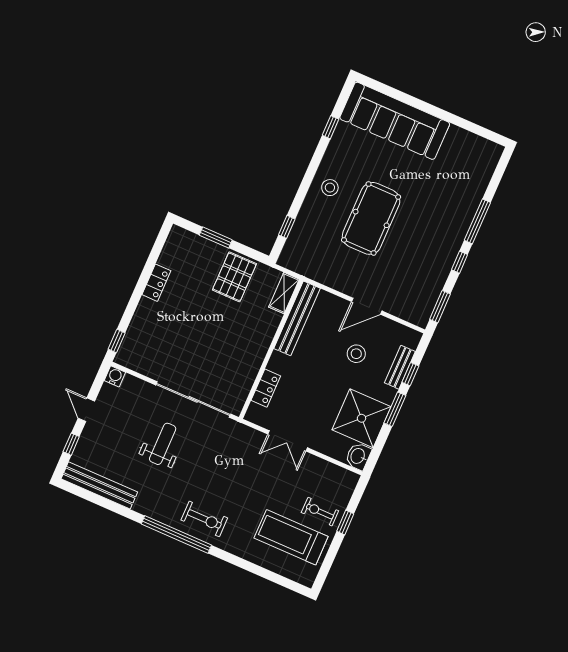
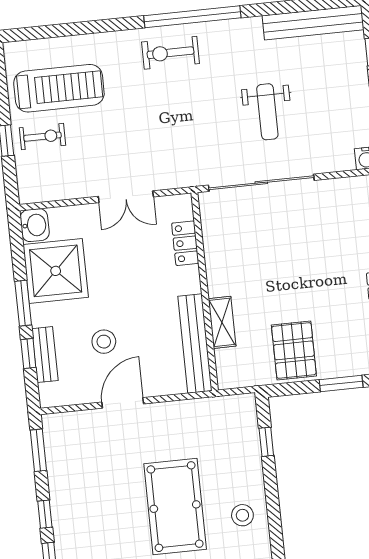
shelving: (284, 293) -> (222, 322), moved
double door: (288, 441) -> (126, 197), swing flipped

